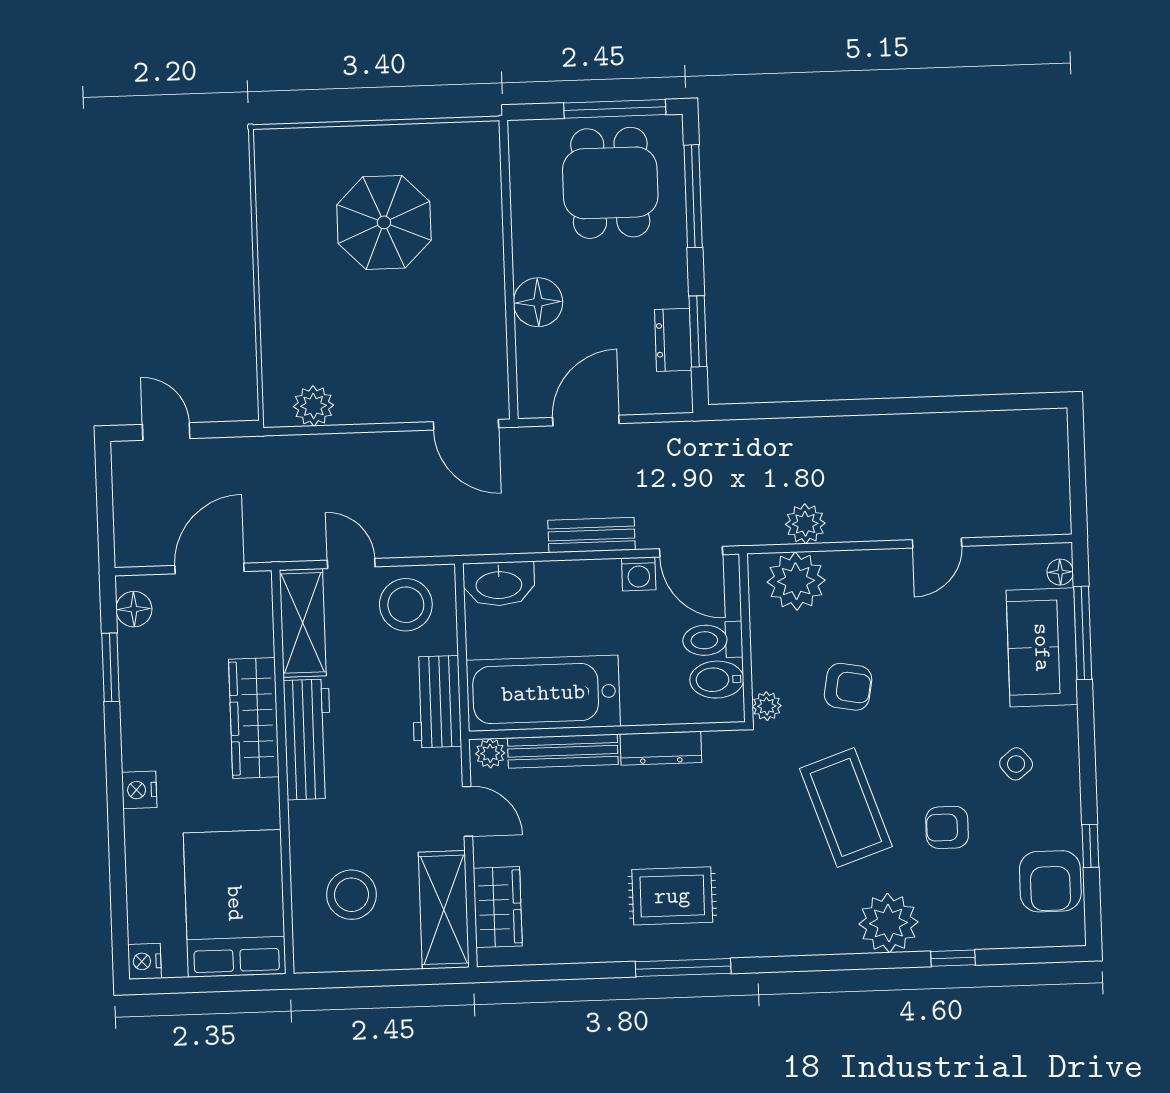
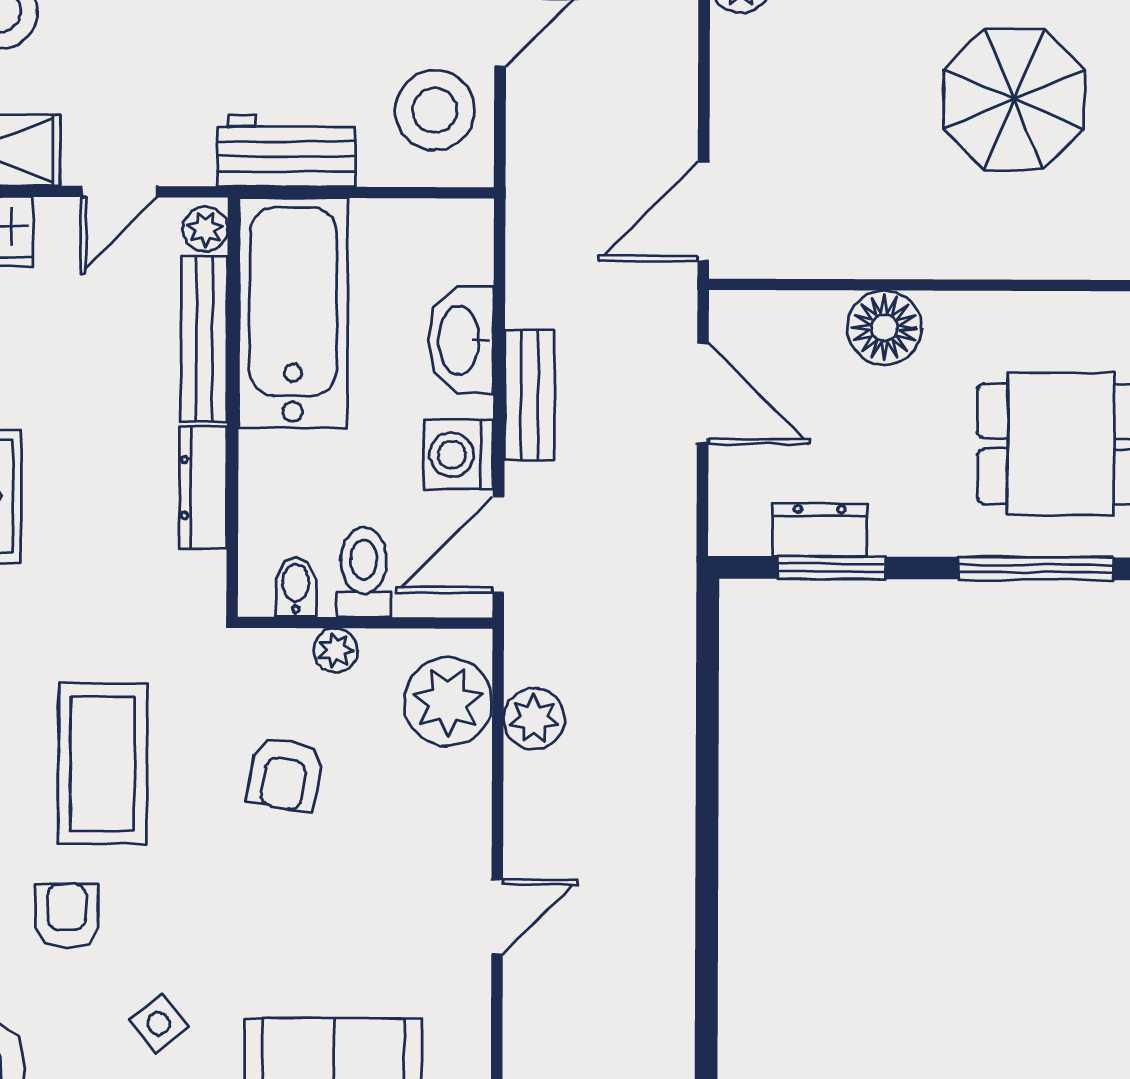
door: (937, 543) -> (497, 917), swing flipped
washing machine: (639, 574) -> (458, 455), width x1.38, depth x1.38
washbasin: (499, 584) -> (461, 340), moved
bidet: (717, 680) -> (296, 587), width x0.72, depth x0.74
plant: (767, 706) -> (335, 650), moved
coffee table: (846, 807) -> (103, 764), turned -71

